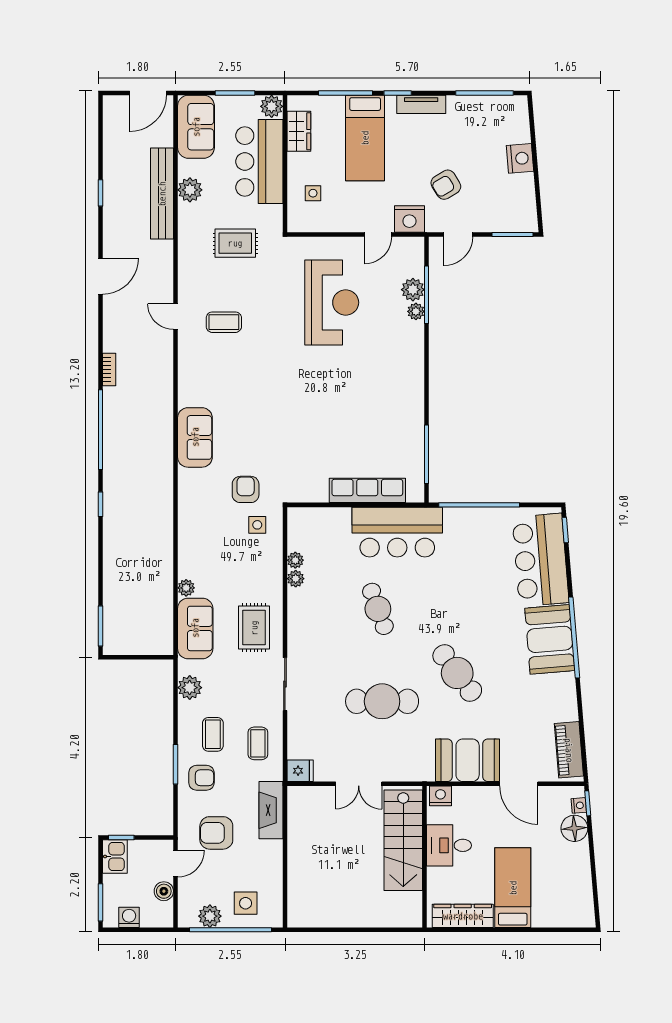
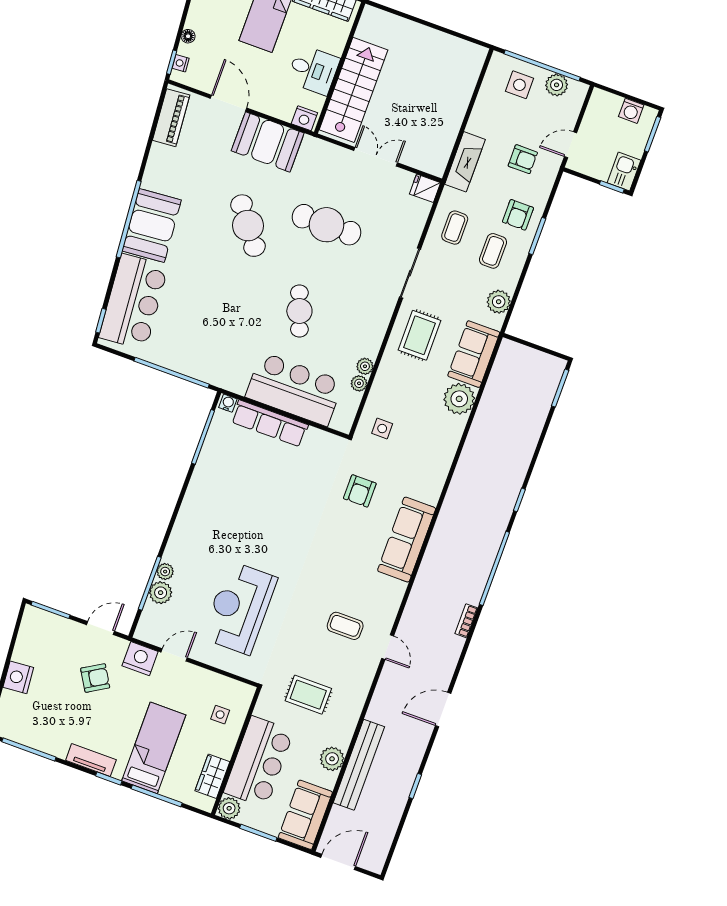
sofa: (195, 437) -> (407, 540), width x1.36
armchair: (246, 489) -> (360, 491), moved
water cooler: (414, 495) -> (228, 403), added
bar counter: (397, 532) -> (294, 389), moved
plant: (186, 588) -> (459, 399), width x1.87, depth x1.87
armchair: (201, 778) -> (518, 215), turned -90
floor lamp: (574, 828) -> (188, 36), width x0.53, depth x0.53
armchair: (216, 833) -> (523, 159), width x0.72, depth x0.72
boiler: (164, 891) -> (591, 123), removed

